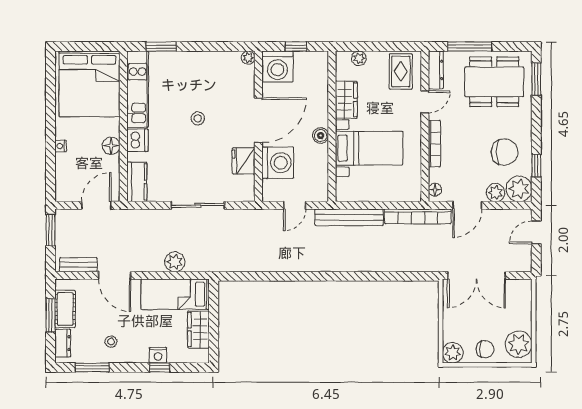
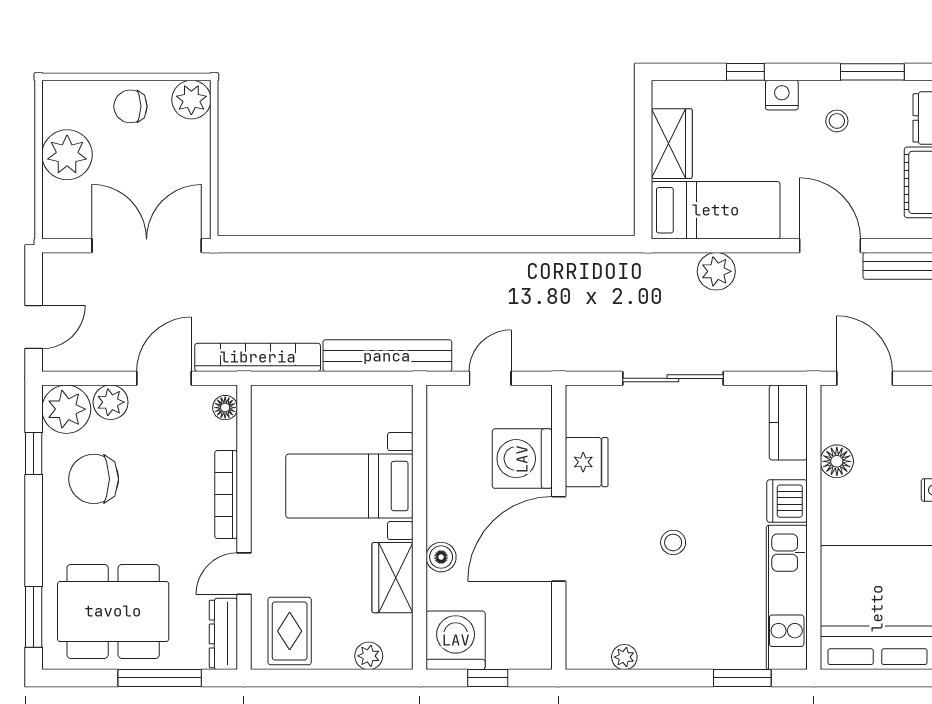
plant: (248, 58) -> (624, 657), moved
washing machine: (277, 67) -> (456, 640), moved
boiler: (321, 136) -> (441, 557), moved
floor lamp: (111, 146) -> (837, 461), moved
door: (96, 205) -> (865, 378), swing flipped
plant: (519, 344) -> (67, 155), moved
nightstand: (158, 355) -> (782, 95), moved

